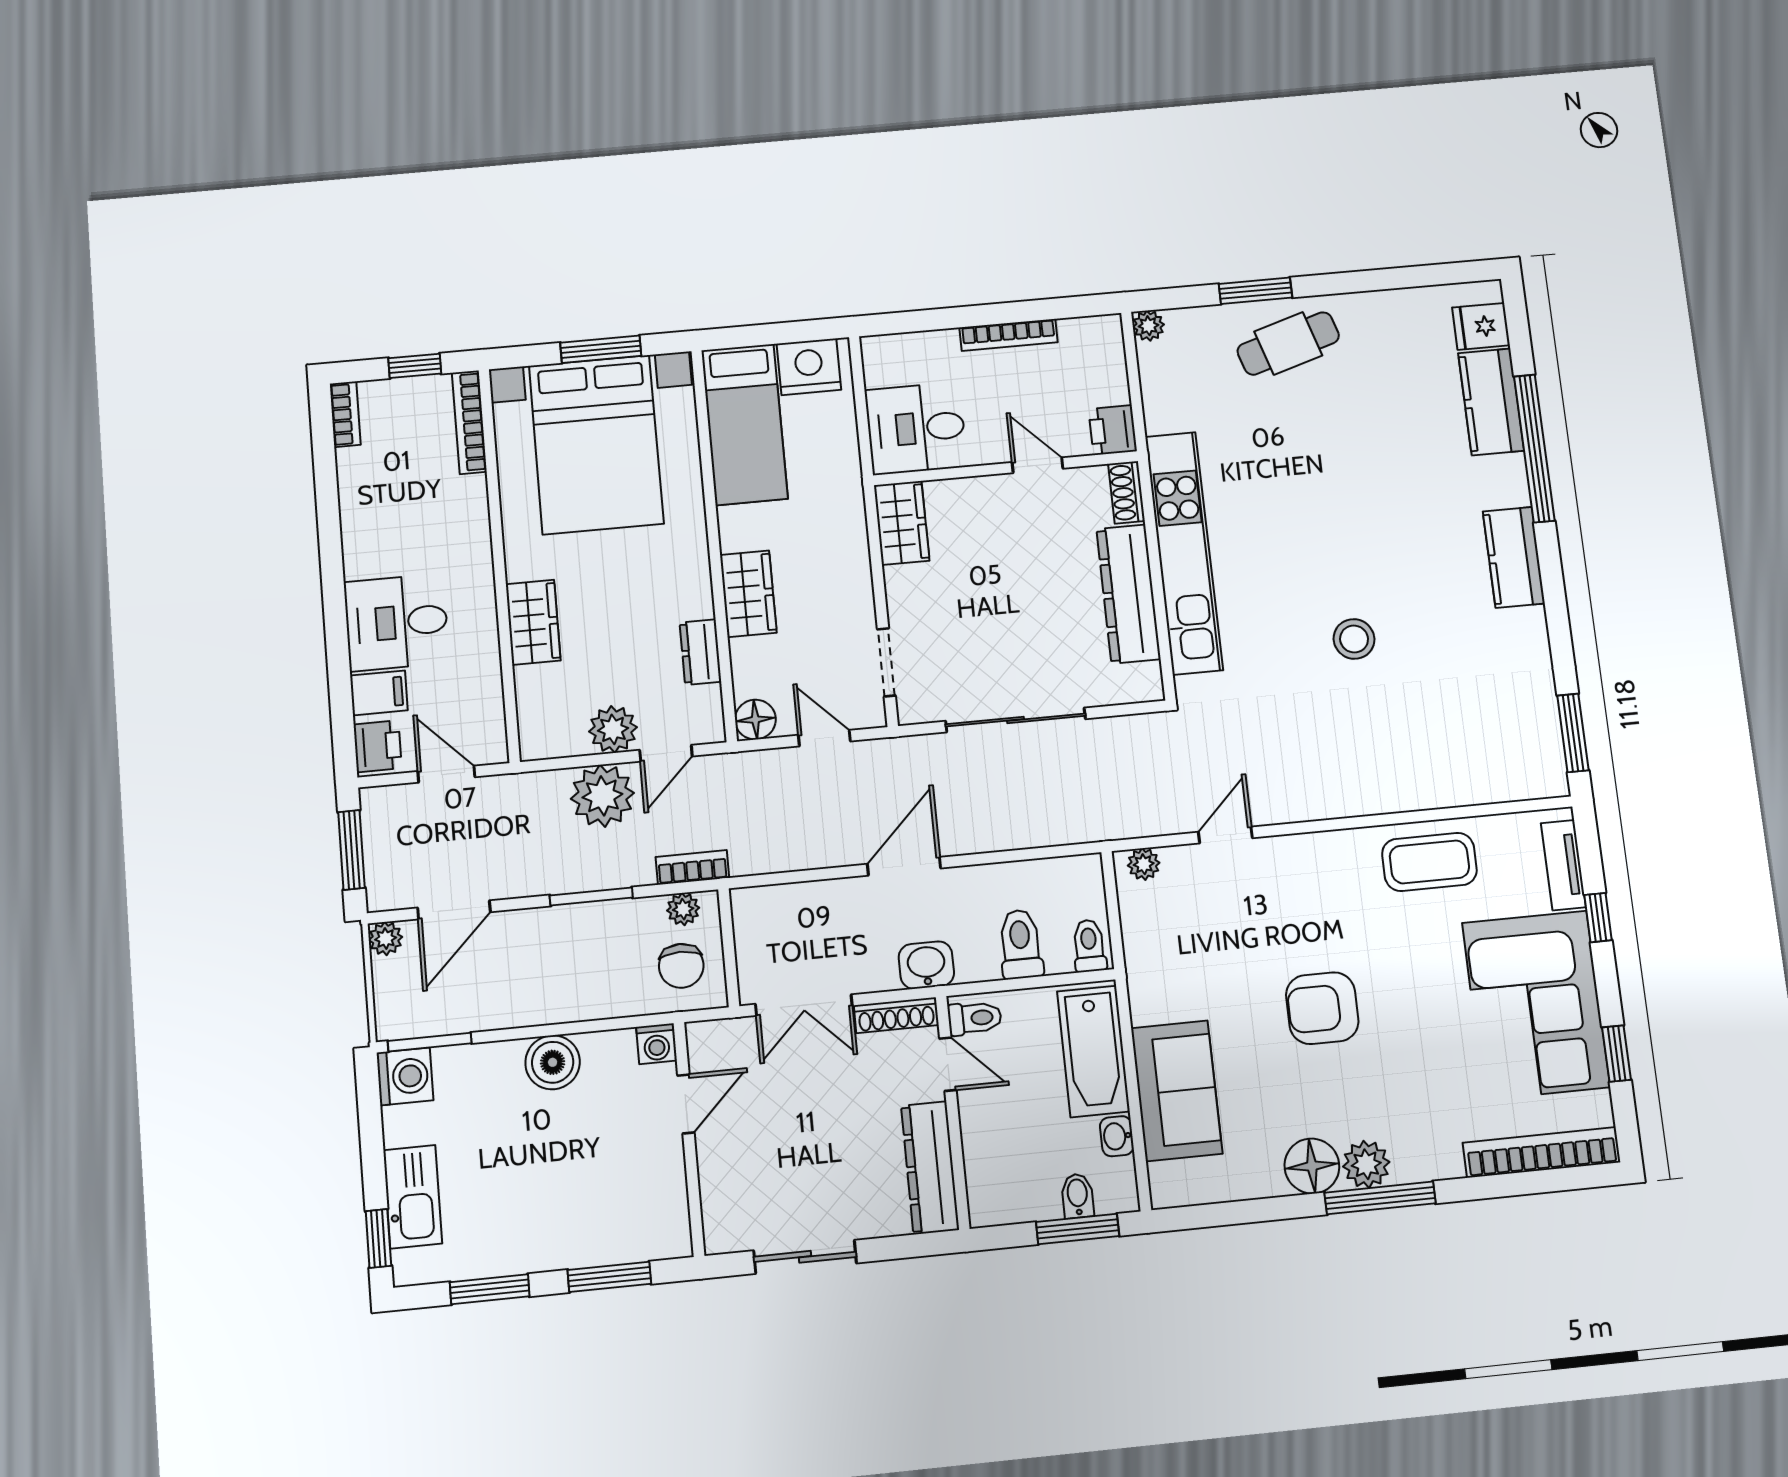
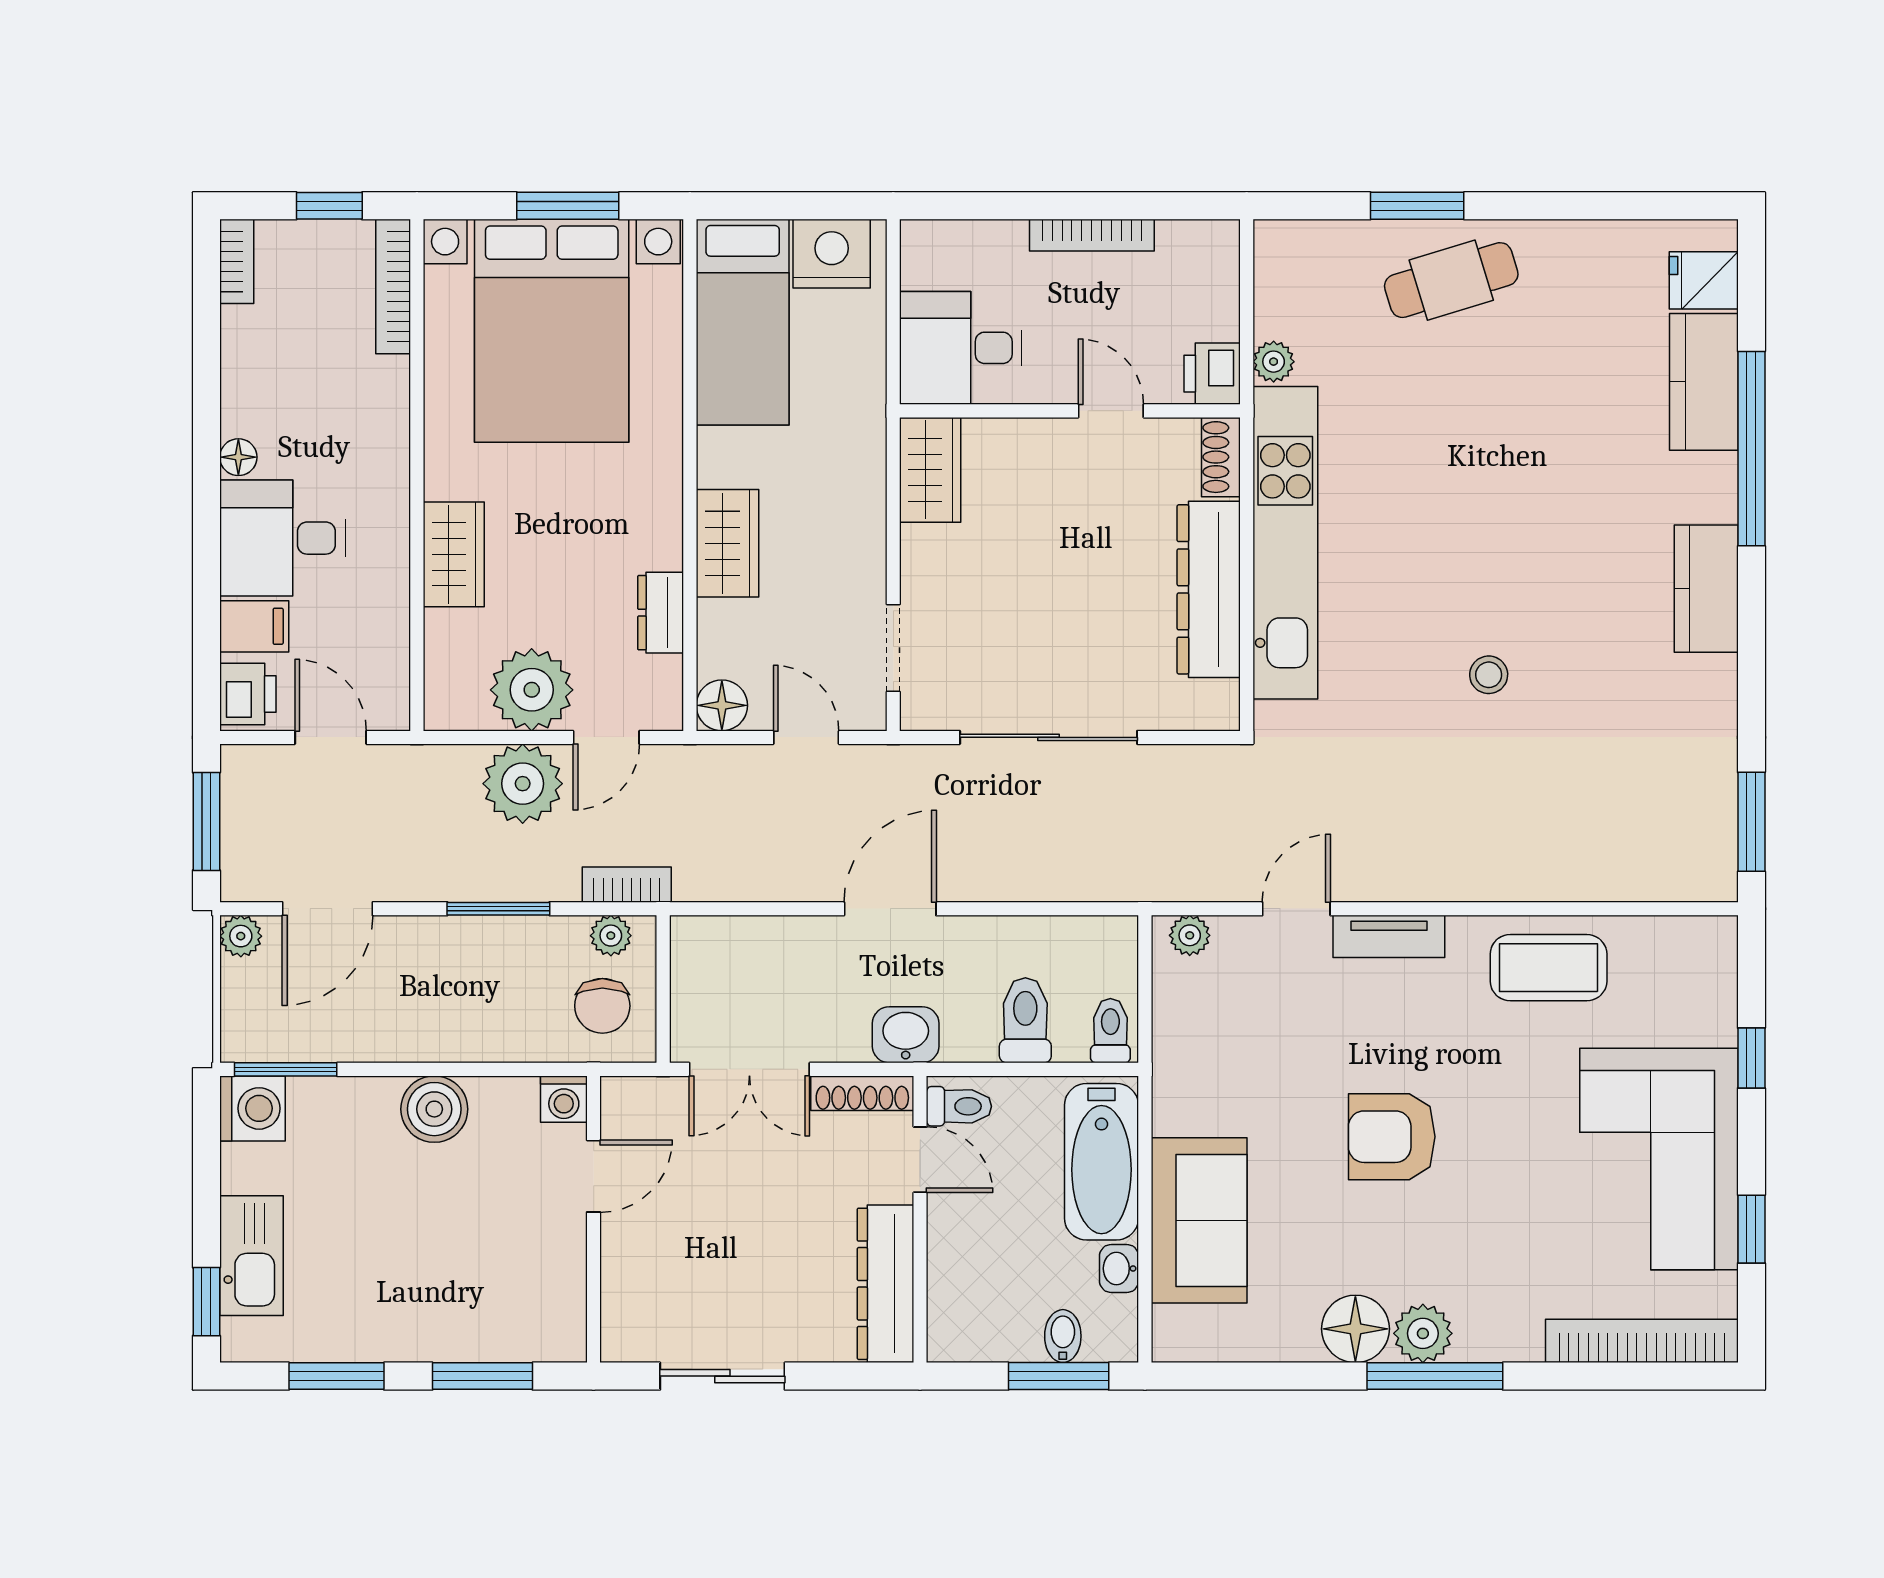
plant: (1148, 326) -> (1274, 362), moved
floor lamp: (357, 563) -> (238, 457), added
stool: (1354, 639) -> (1489, 675), width x0.73, depth x0.73
plant: (613, 729) -> (532, 690), width x1.36, depth x1.36
tv unit: (1563, 865) -> (1389, 936), moved, turned -90

